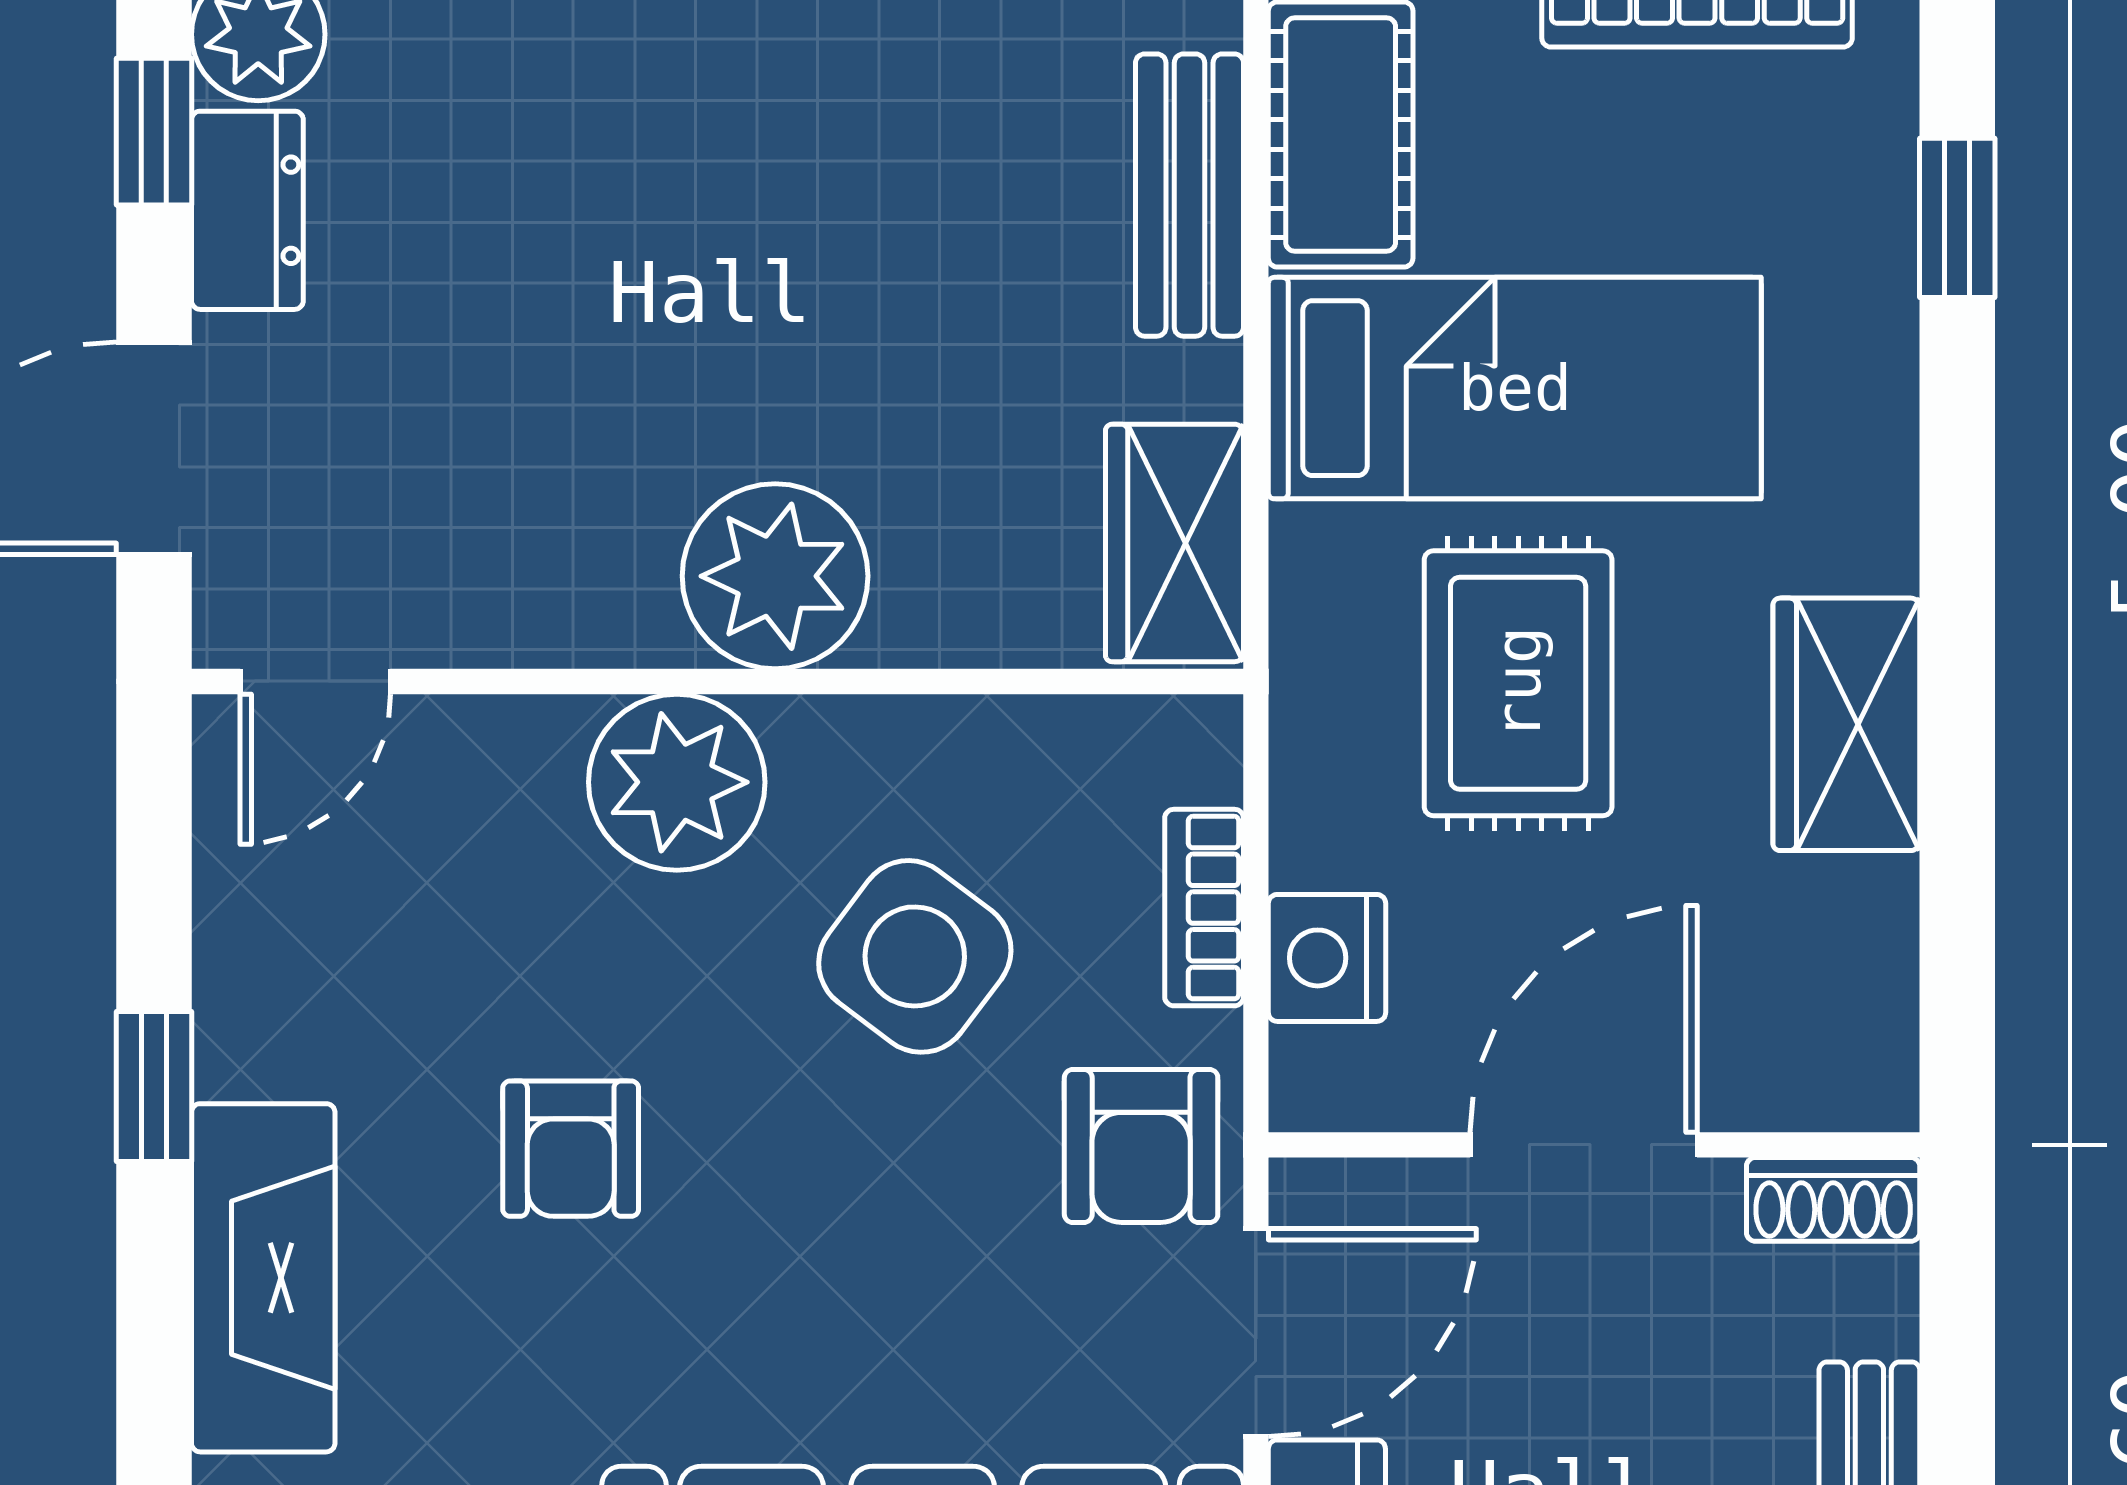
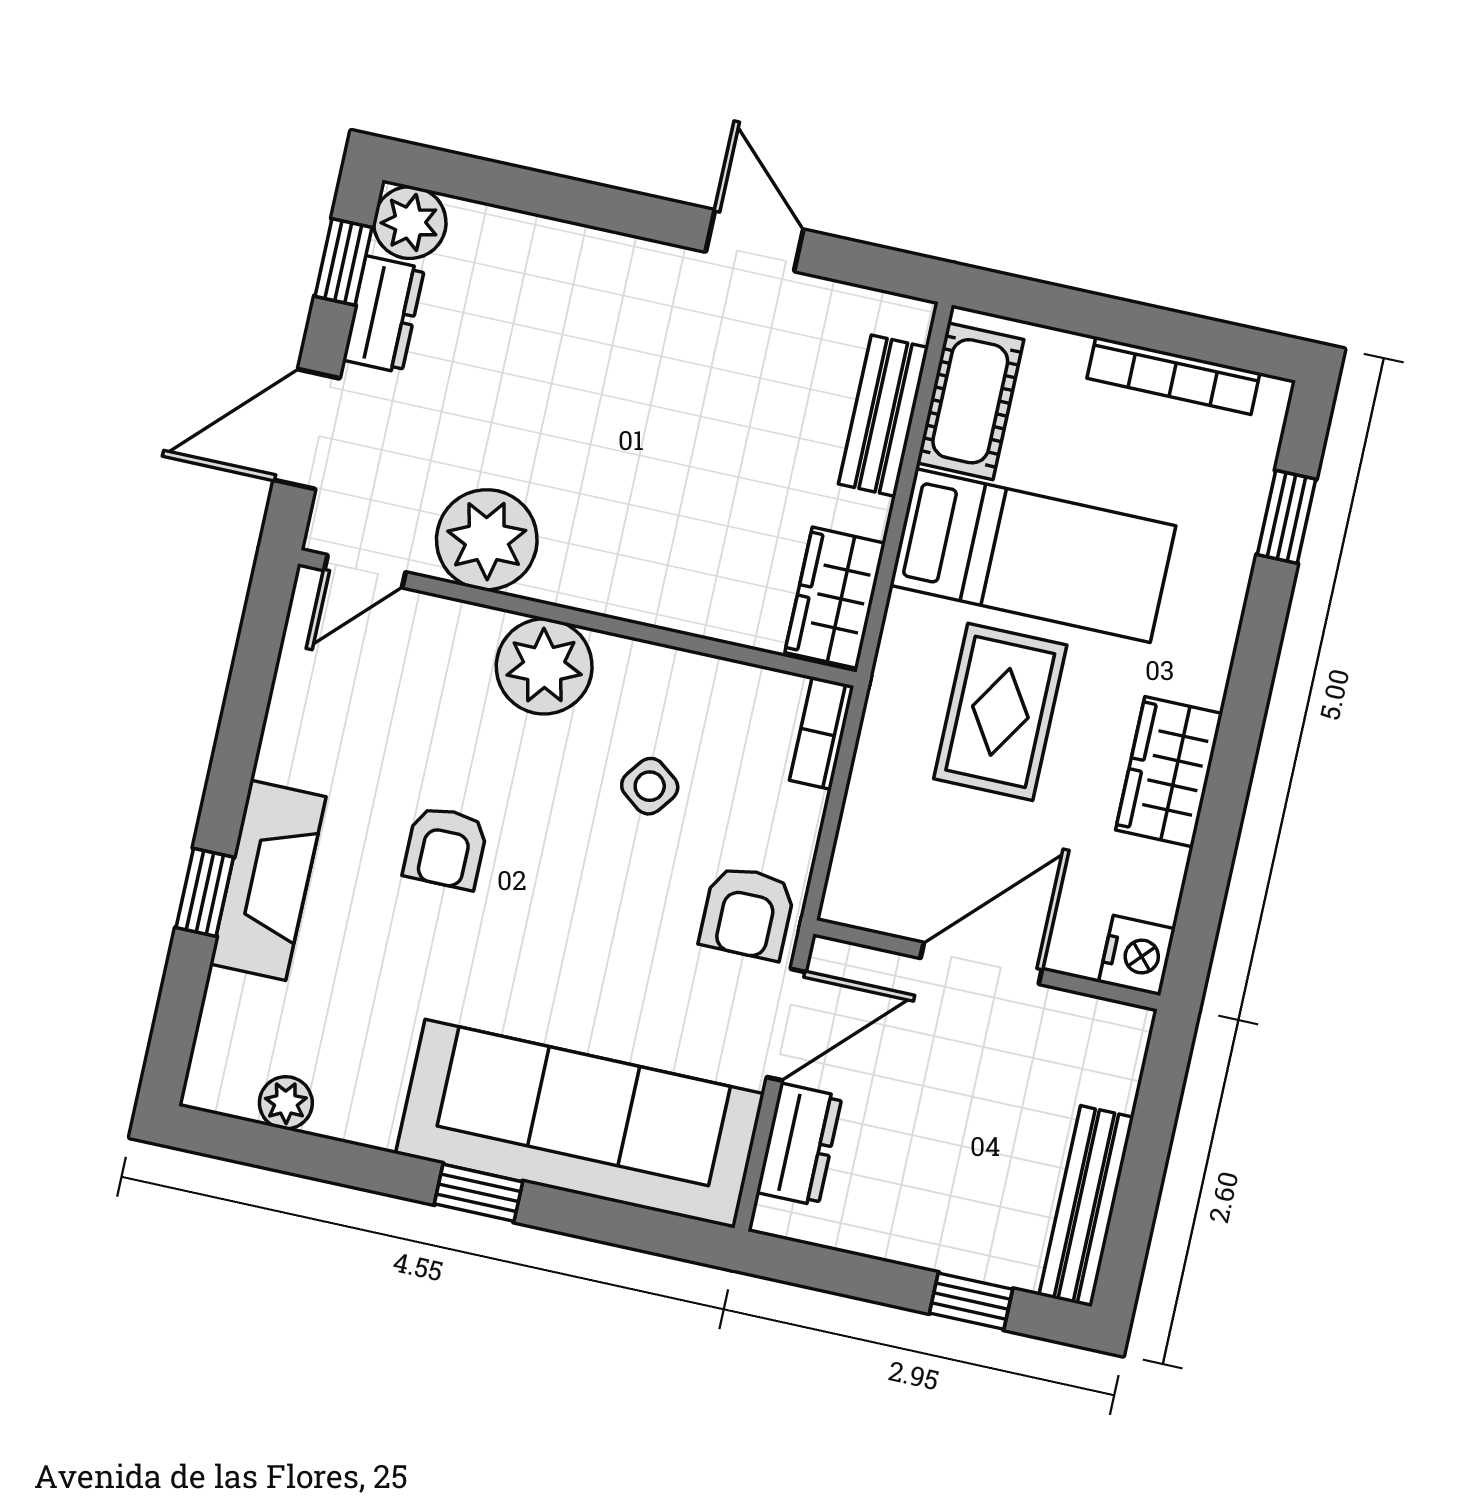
plant: (775, 576) -> (487, 540), moved
bookcase: (1204, 908) -> (822, 733), moved
side table: (915, 956) -> (650, 786), width x0.54, depth x0.54
nightstand: (1327, 958) -> (1137, 955), moved, turned 180
window: (154, 1086) -> (205, 892), moved
shoe rack: (1833, 1199) -> (1107, 1021), removed

